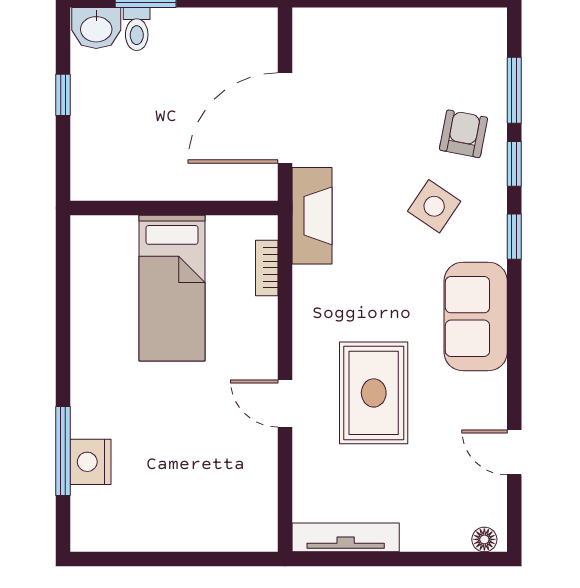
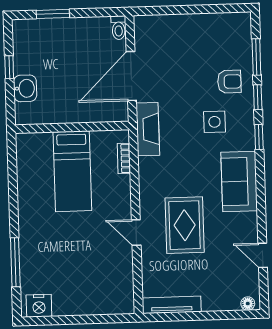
washbasin: (96, 28) -> (25, 88), moved, turned -90
toilet: (137, 29) -> (119, 28), moved
armchair: (464, 134) -> (229, 82), turned 79
side table: (434, 206) -> (214, 122), turned -34
nightstand: (90, 462) -> (39, 306), moved, turned -90

